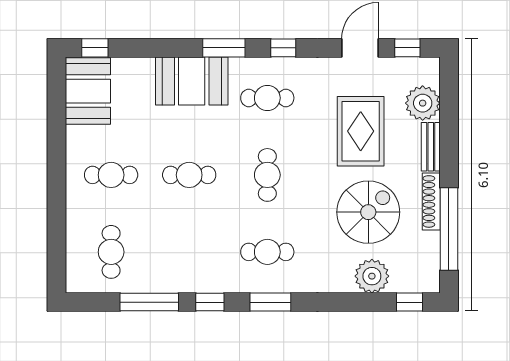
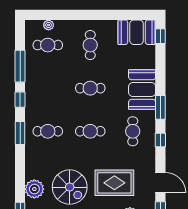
cafe table: (189, 175) -> (90, 88), turned 90
plant: (75, 251) -> (49, 25), added
cafe table: (267, 252) -> (48, 131), turned 90

